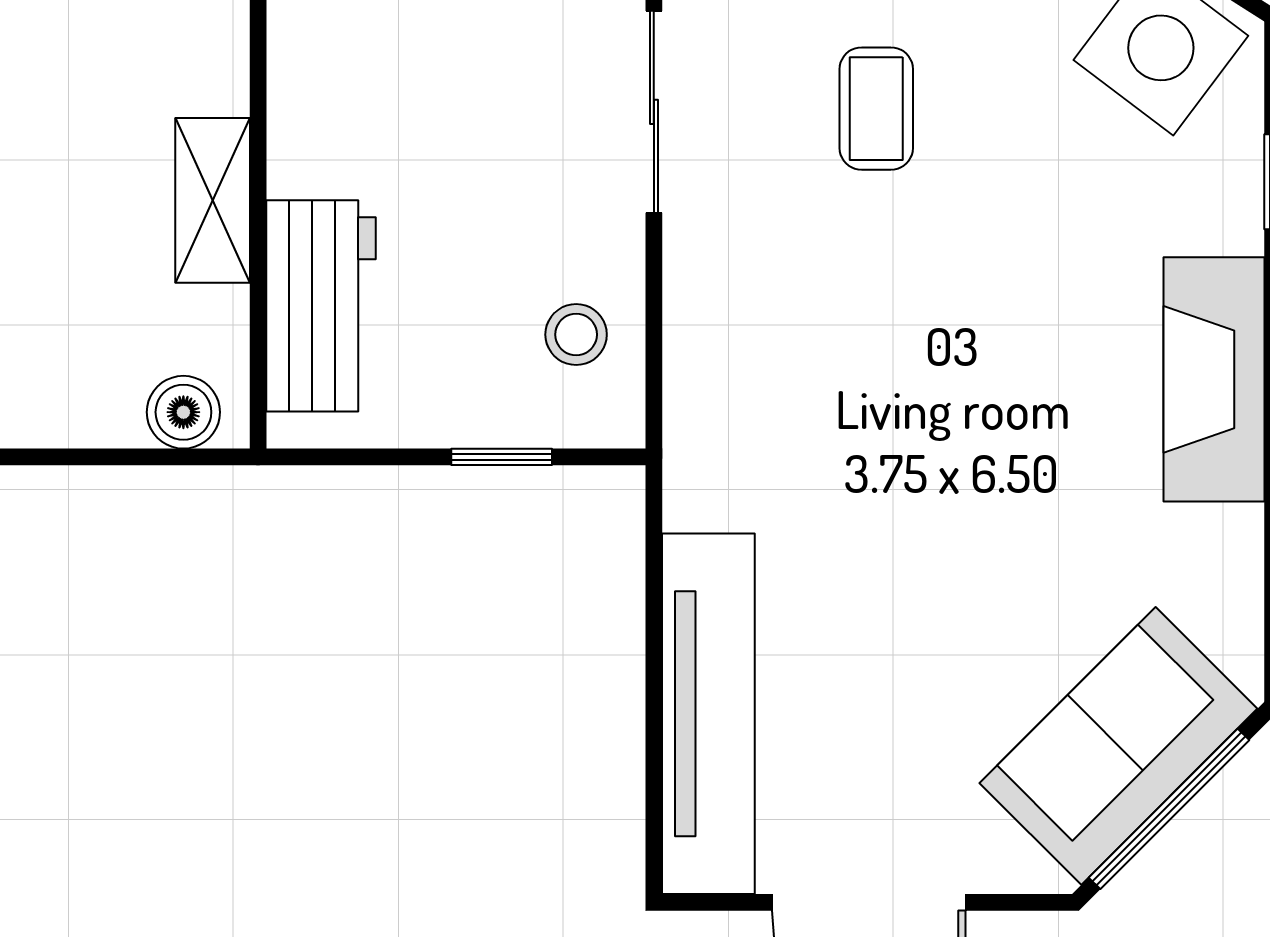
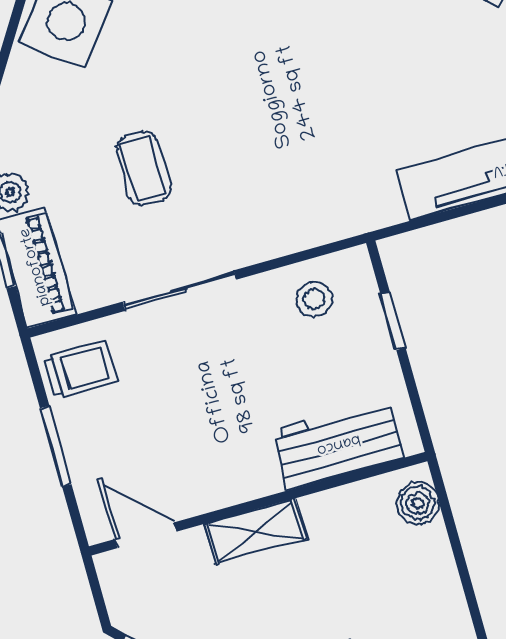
coffee table: (876, 109) -> (143, 169), turned 90
shelving: (213, 200) -> (255, 531), moved

